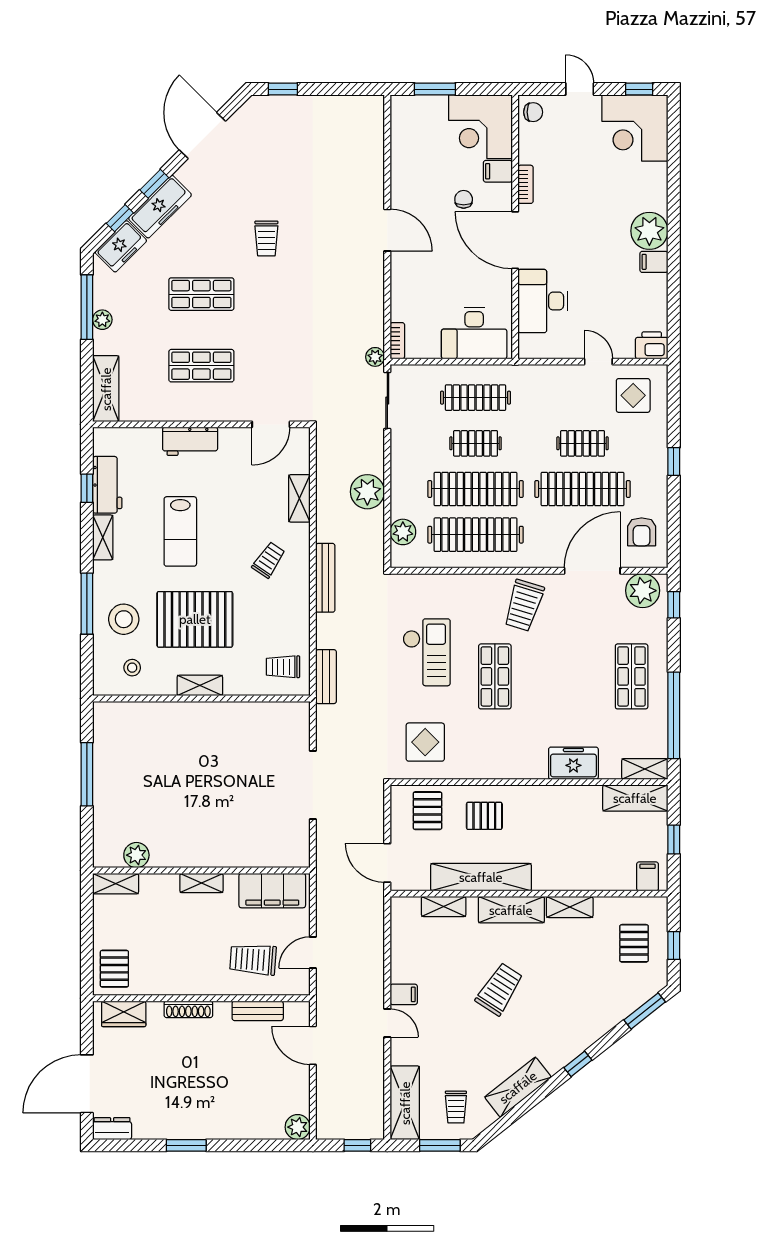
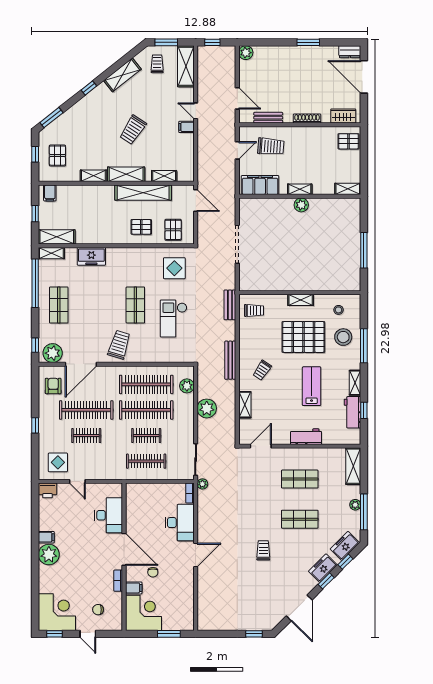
chair: (533, 112) -> (98, 610), moved
freezer: (160, 207) -> (323, 568), width x0.71
door: (387, 230) -> (196, 555), swing flipped
desk: (474, 333) -> (180, 523), moved, turned 90
plant: (136, 855) -> (301, 205), moved
pallet: (114, 969) -> (348, 141), turned 90
door: (87, 1084) -> (364, 77), swing flipped

